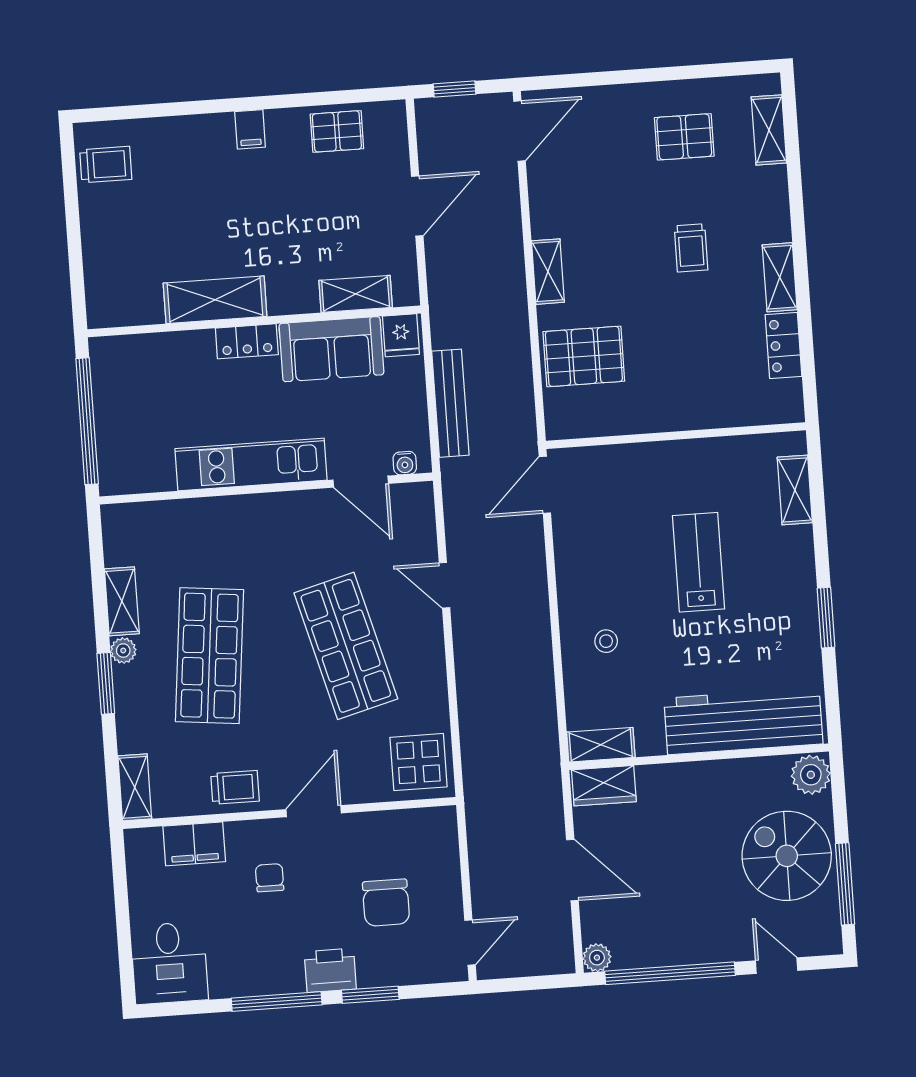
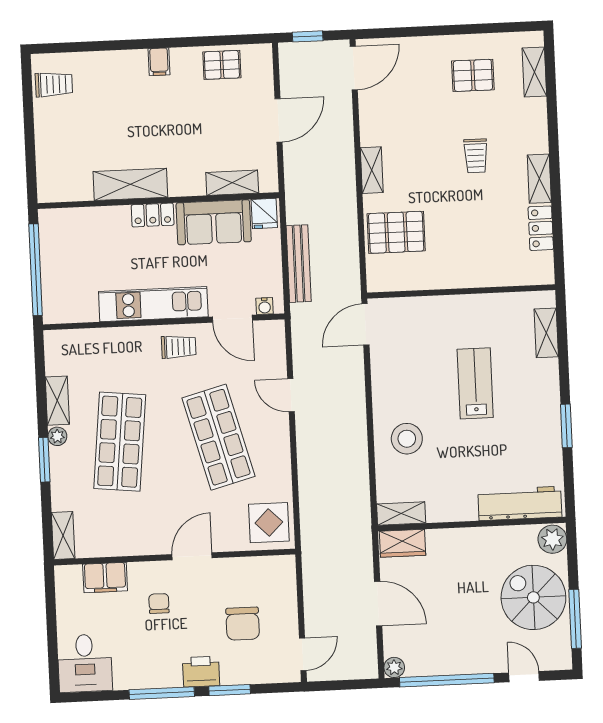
stool: (606, 641) -> (407, 439), width x1.89, depth x1.89
workbench: (743, 721) -> (520, 503), width x0.73, depth x0.76
trolley: (235, 787) -> (179, 347), moved

